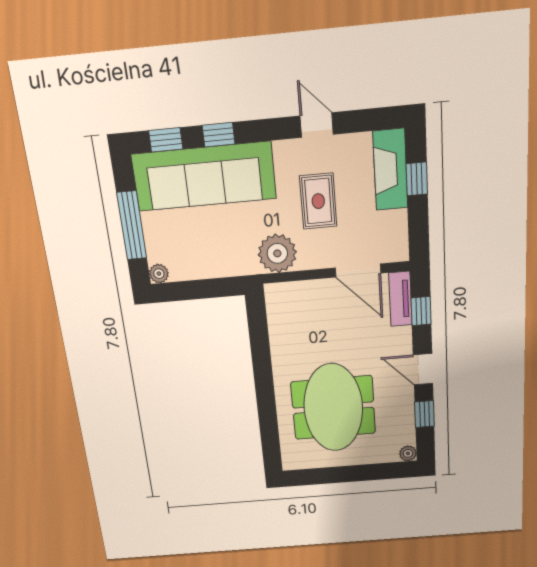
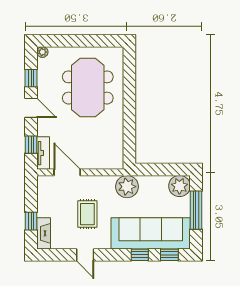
fireplace: (390, 170) -> (44, 233), width x0.73, depth x0.76
plant: (277, 253) -> (127, 187), moved
plant: (159, 274) -> (179, 186), width x1.88, depth x1.88

